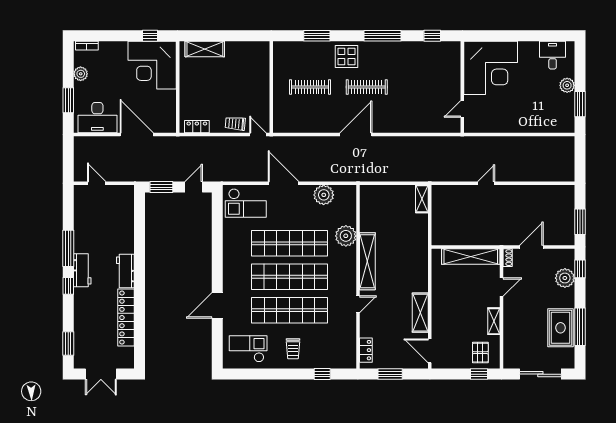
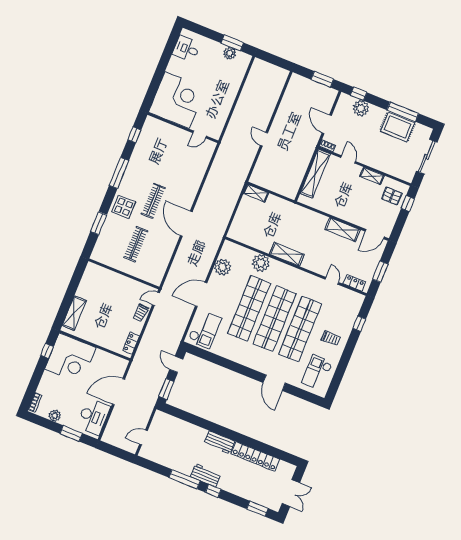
plant: (567, 85) -> (230, 53), moved
door: (462, 109) -> (200, 134), hinge flipped
shelving: (367, 261) -> (287, 254), width x0.68
door: (358, 304) -> (332, 281), moved

